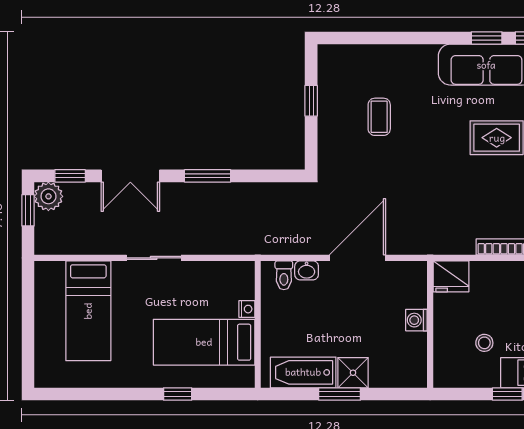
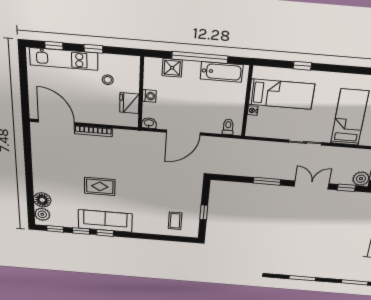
coffee table: (379, 117) -> (175, 221), moved
washbasin: (307, 270) -> (149, 123), moved
fridge: (451, 276) -> (129, 103), moved, turned -90
shower: (353, 373) -> (172, 68), moved
window: (340, 394) -> (200, 57), width x2.11

